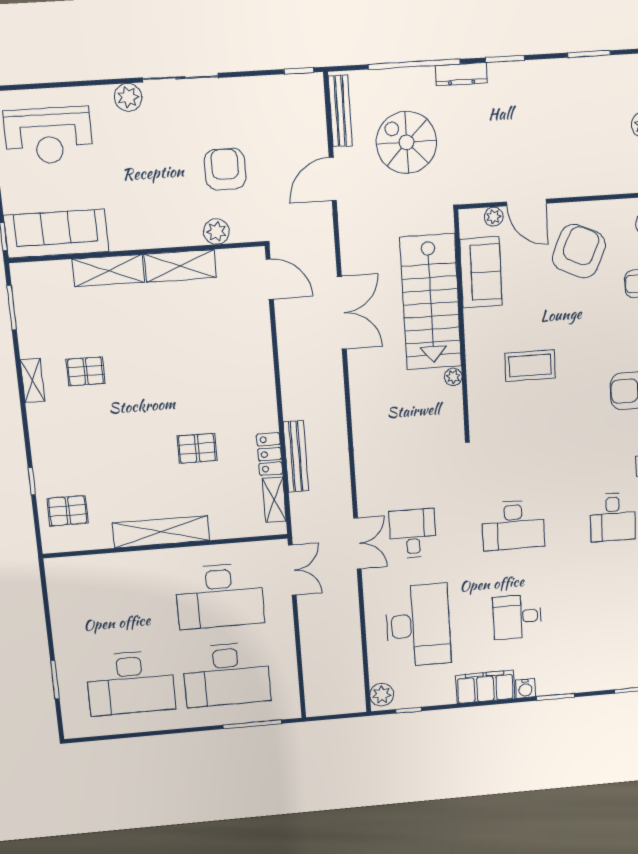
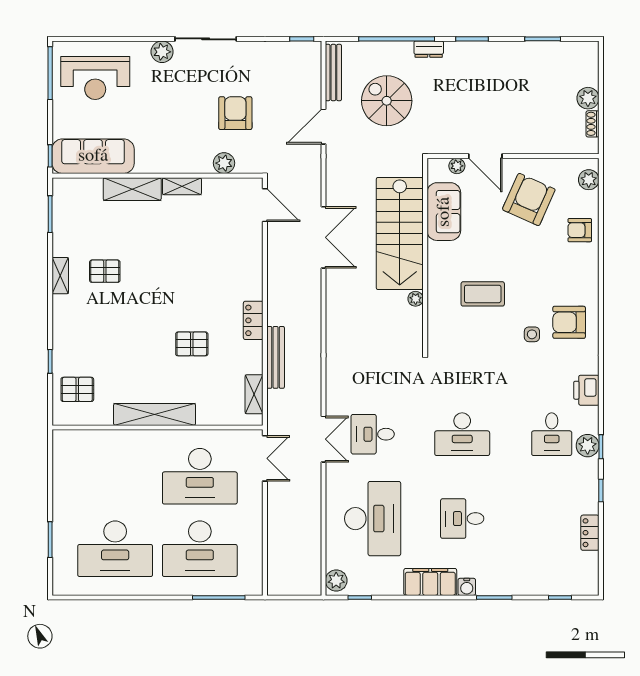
dresser: (461, 74) -> (429, 49), width x0.70
shelving: (180, 266) -> (182, 186), width x0.67, depth x0.75
side table: (587, 408) -> (532, 334), added
locker: (270, 454) -> (253, 320), moved
desk: (413, 533) -> (373, 434), turned -90

